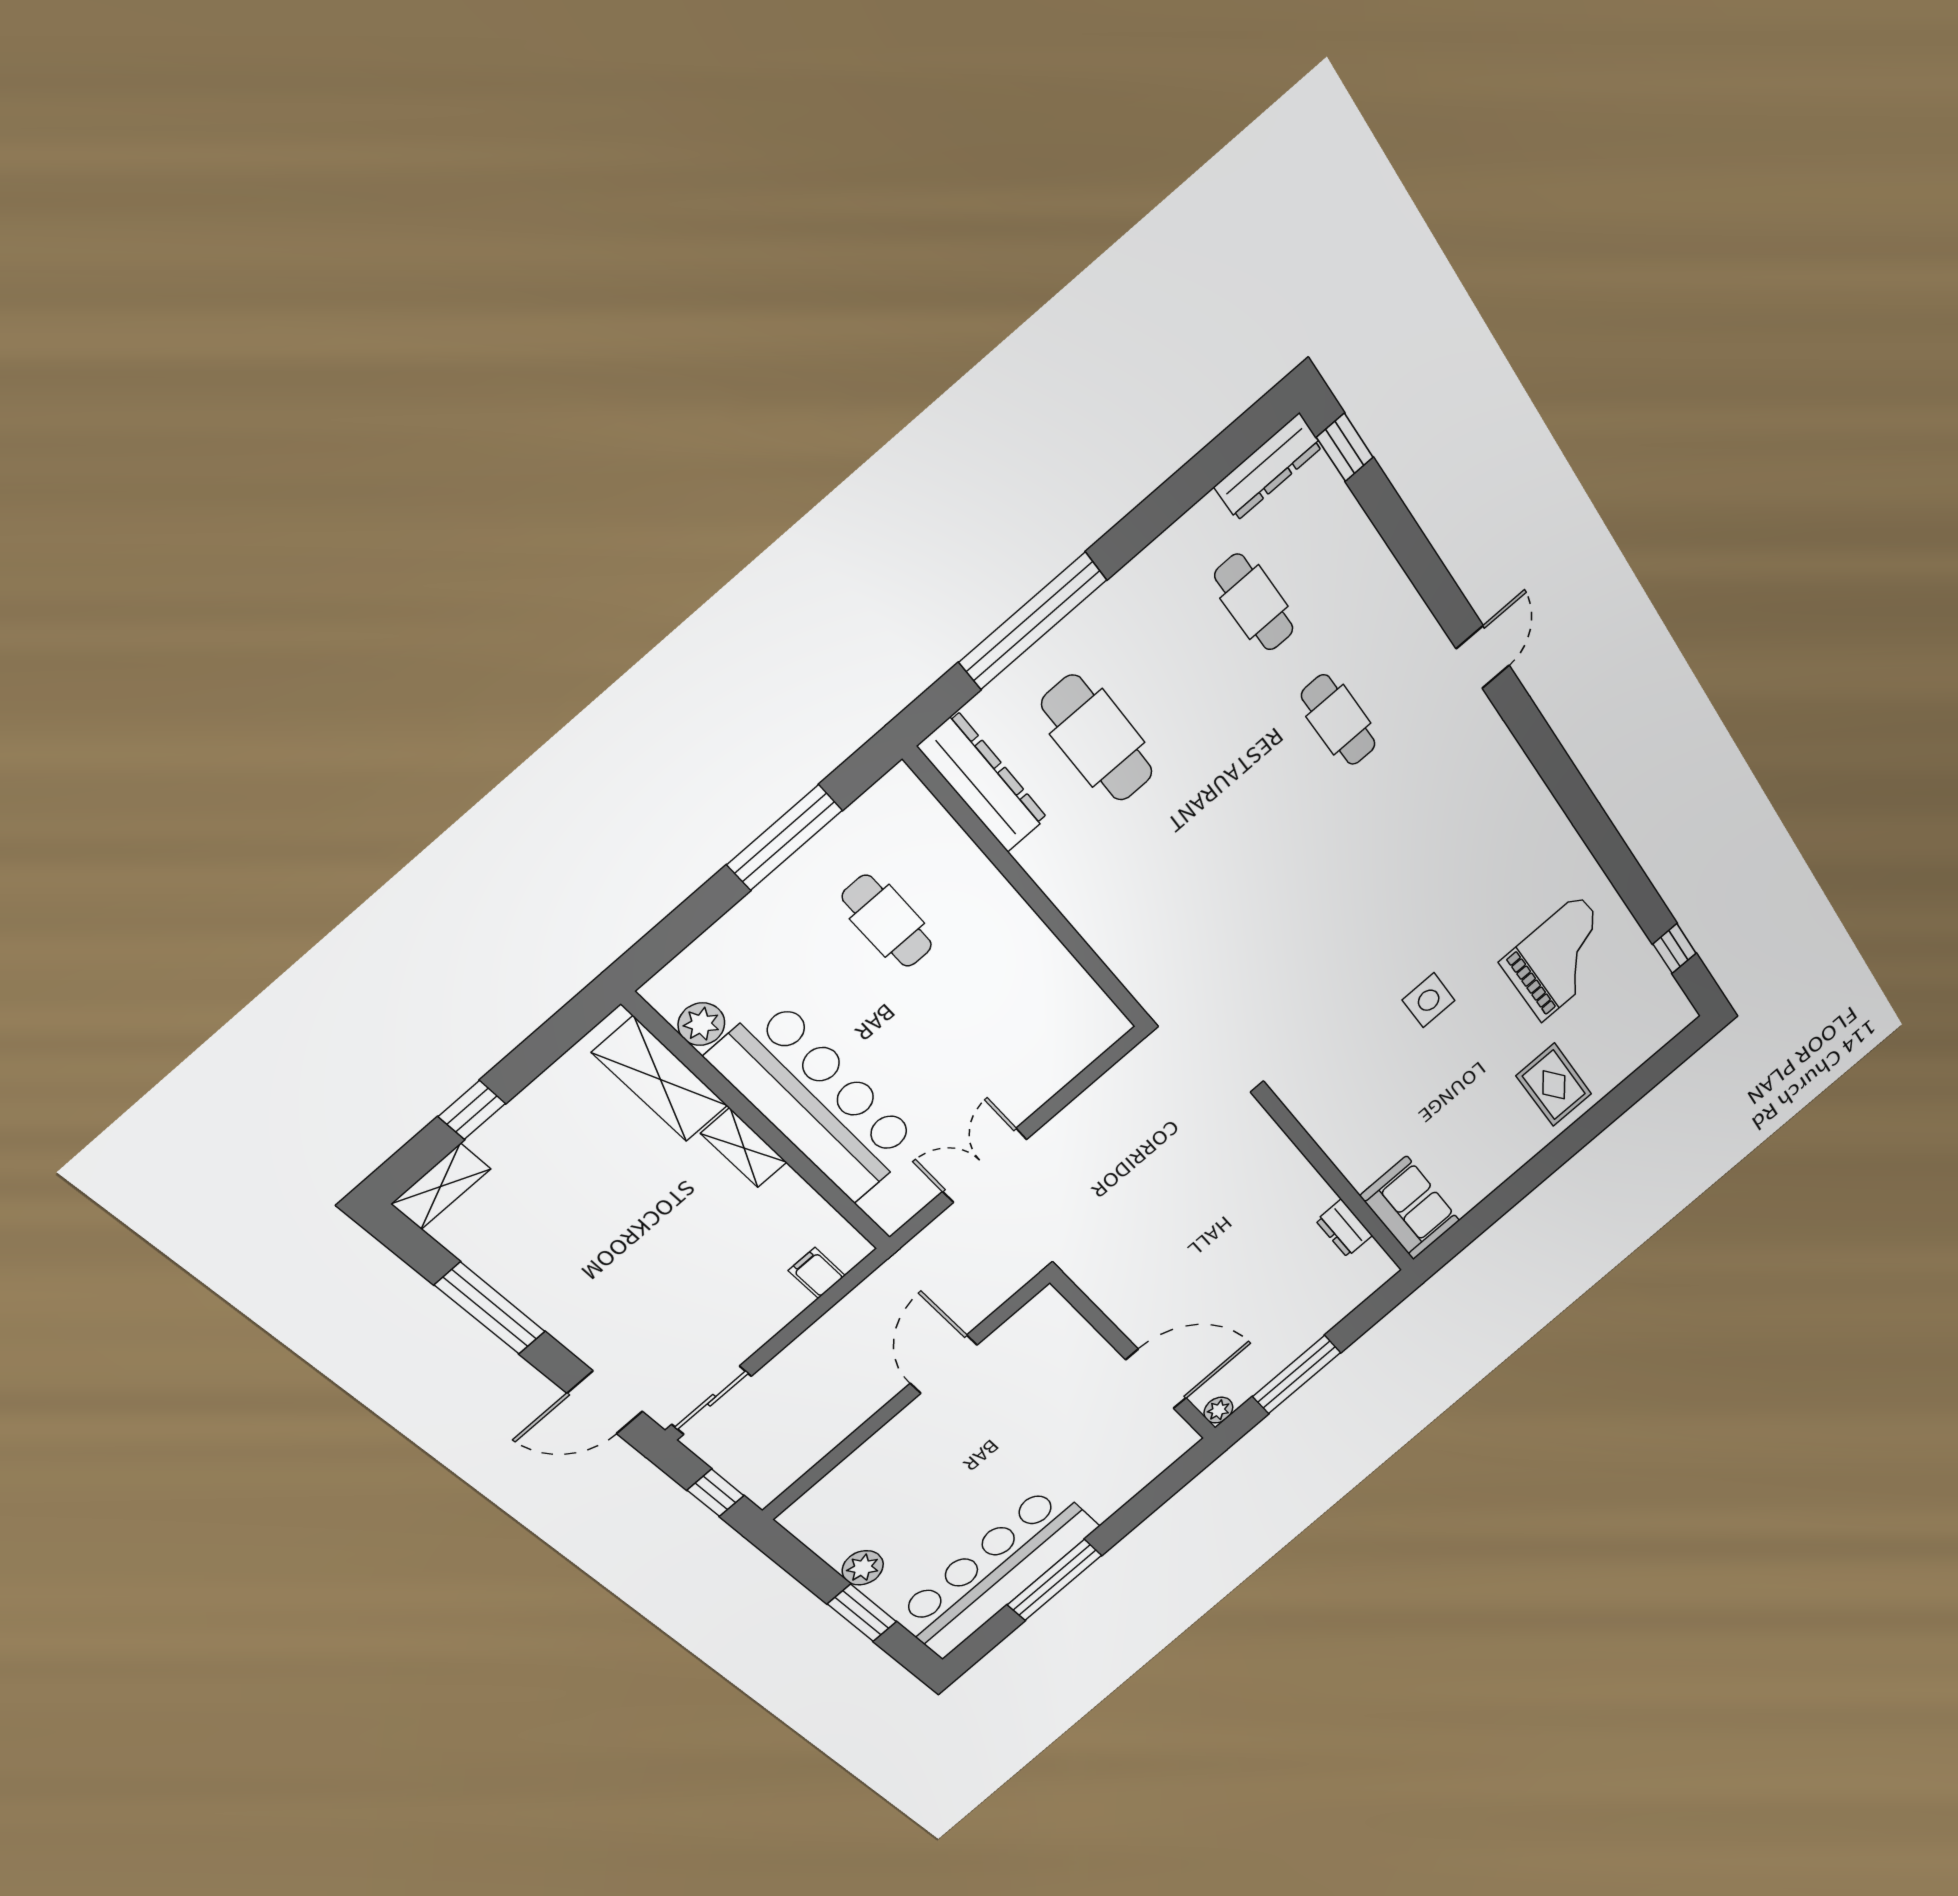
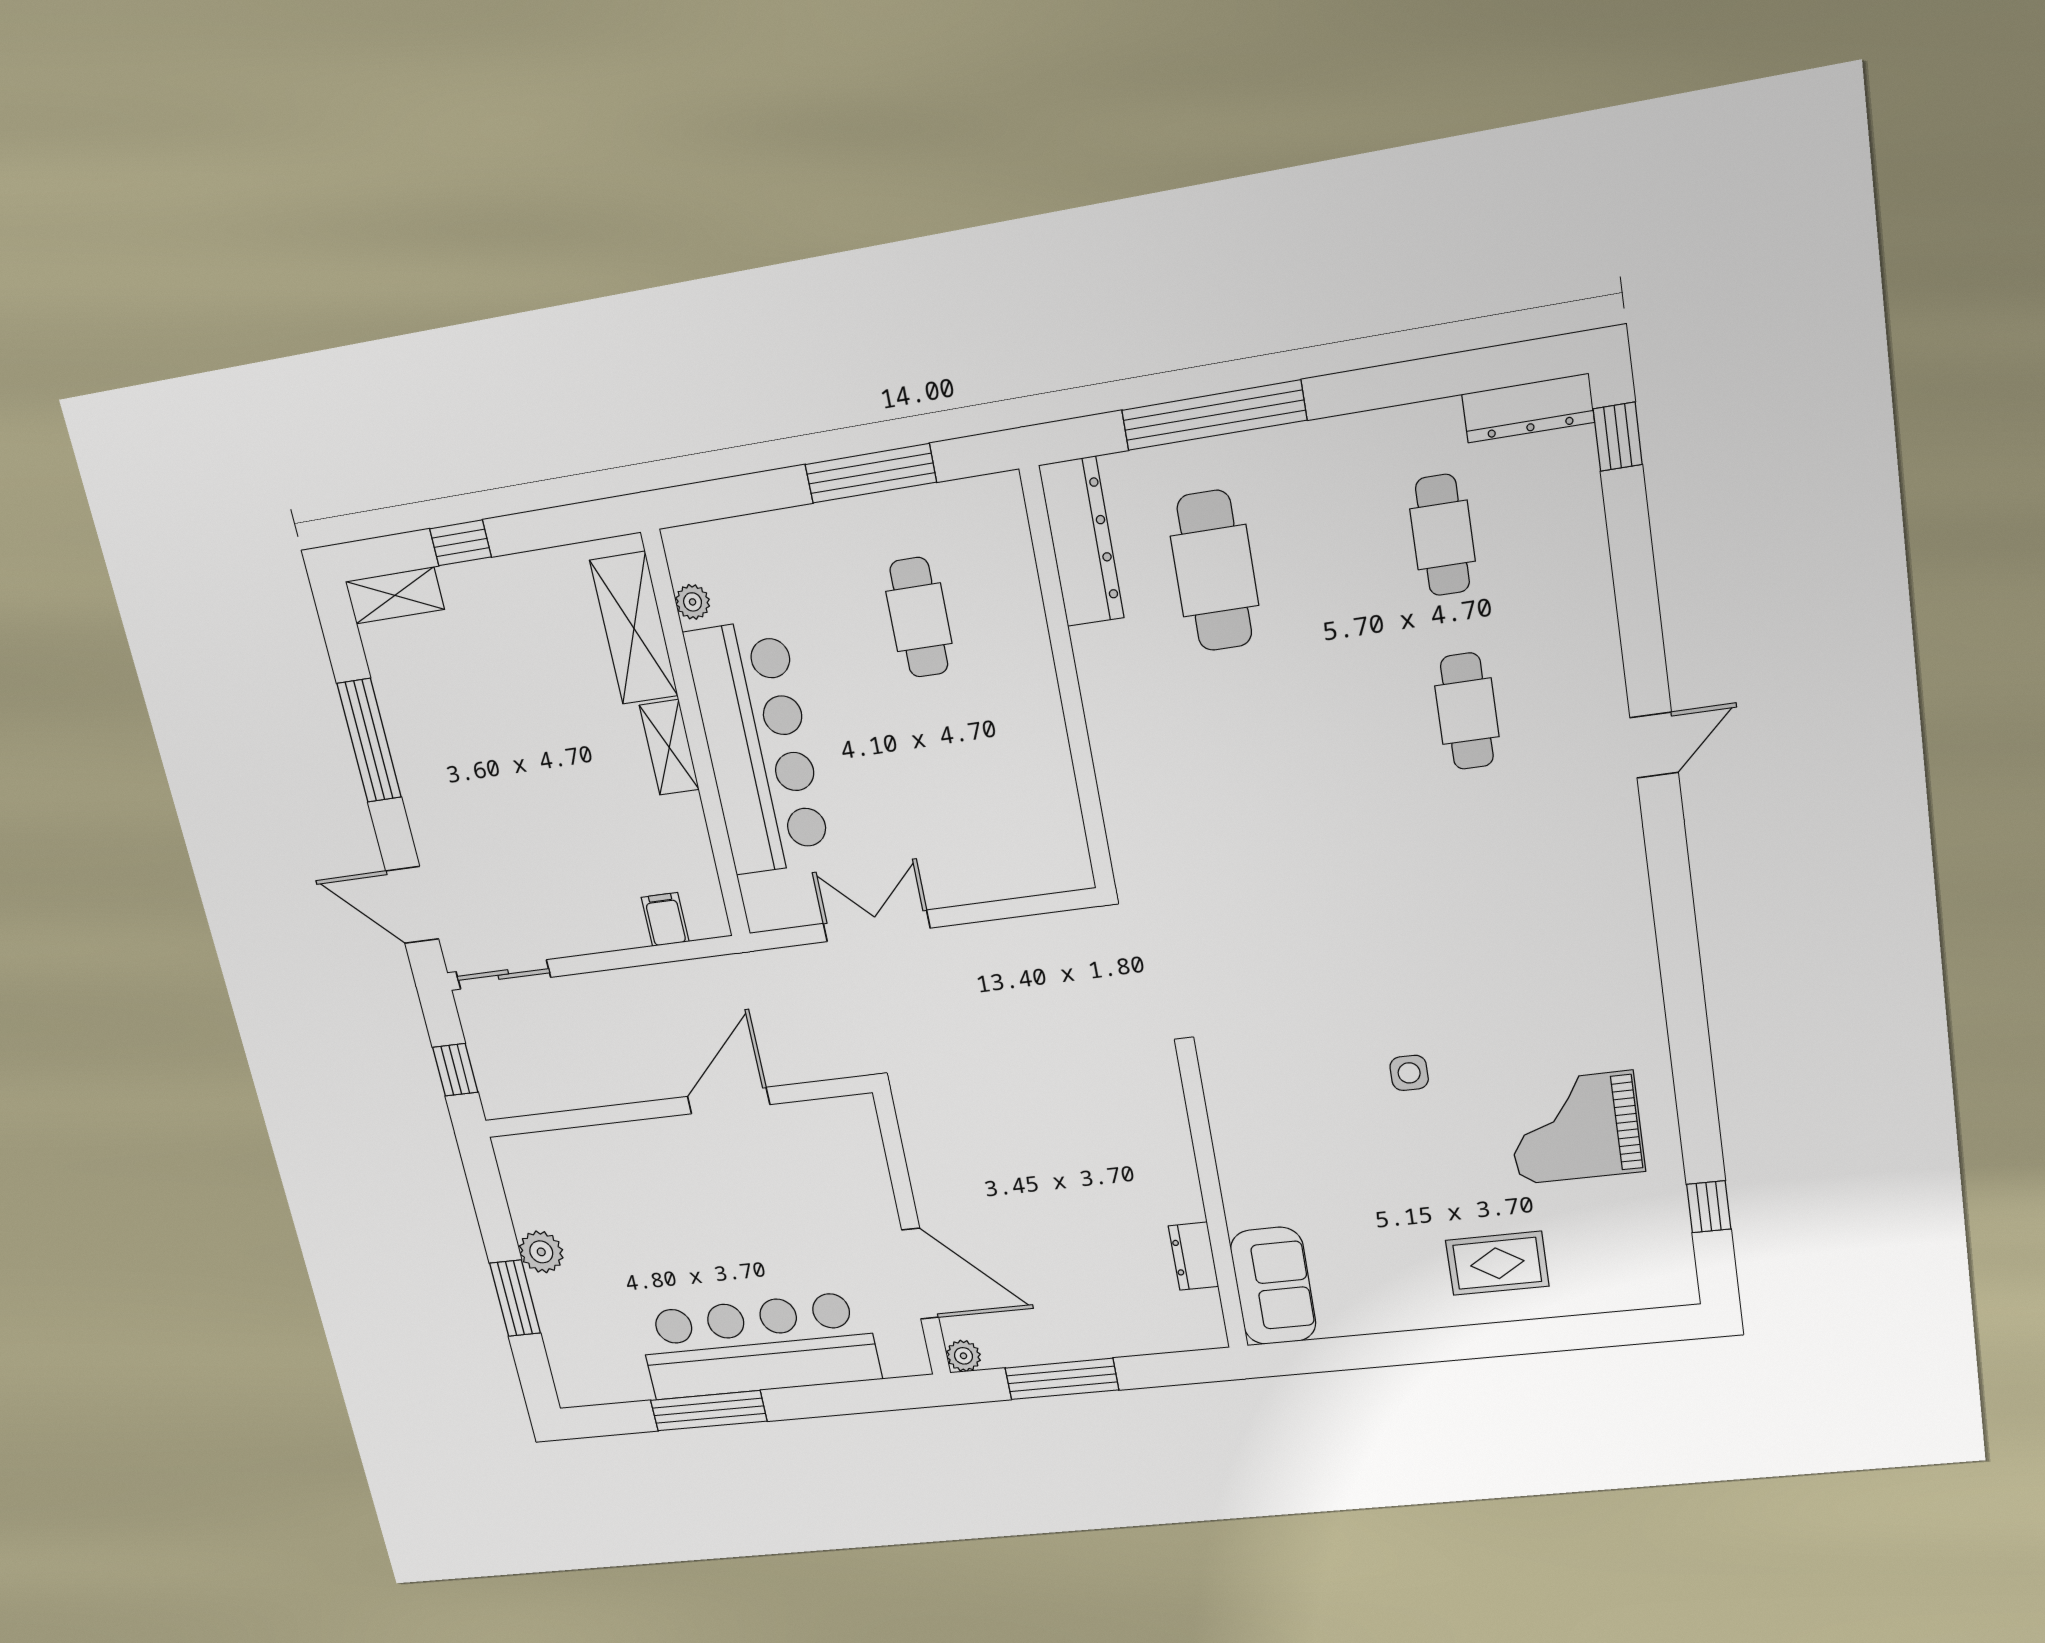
grand piano: (1560, 958) -> (1575, 1128), turned 180
side table: (1429, 1000) -> (1409, 1073), width x0.73, depth x0.73
plant: (701, 1024) -> (693, 602), width x0.73, depth x0.73
rug: (1554, 1085) -> (1497, 1263), turned 90
bar counter: (996, 1571) -> (758, 1346), moved

